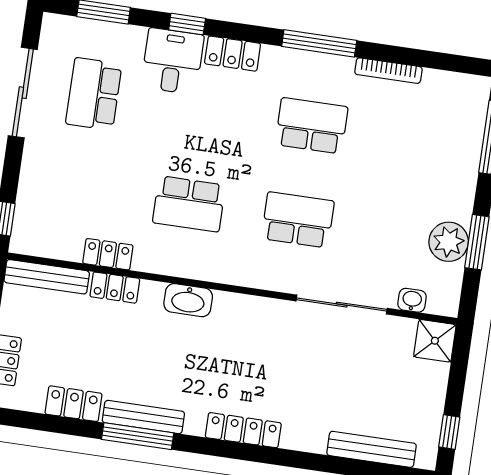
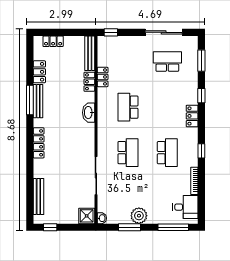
window: (319, 43) -> (201, 151), width x0.46
desk: (172, 61) -> (185, 207), moved
plant: (449, 242) -> (139, 216), moved
washbasin: (412, 300) -> (102, 218), moved

